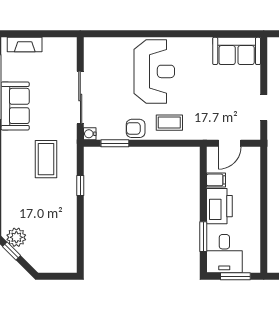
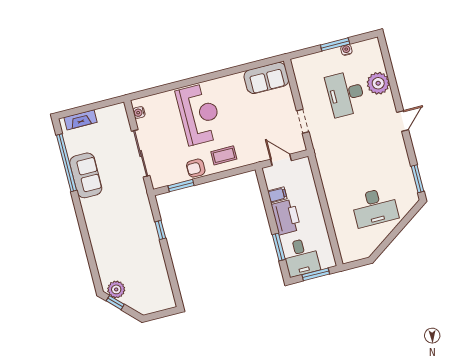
water cooler: (90, 134) -> (139, 112), moved
door: (230, 143) -> (281, 160), swing flipped
coffee table: (46, 159) -> (125, 215), removed

